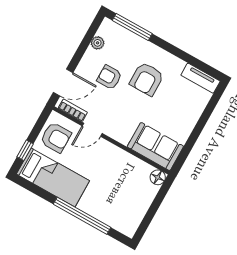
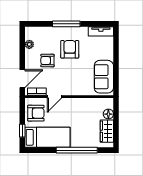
window: (132, 27) -> (66, 24), moved
armchair: (147, 79) -> (70, 49), turned 180
sofa: (155, 147) -> (104, 77), moved, turned -90
floor lamp: (158, 177) -> (108, 114), moved
wardrobe: (135, 213) -> (107, 131), added

